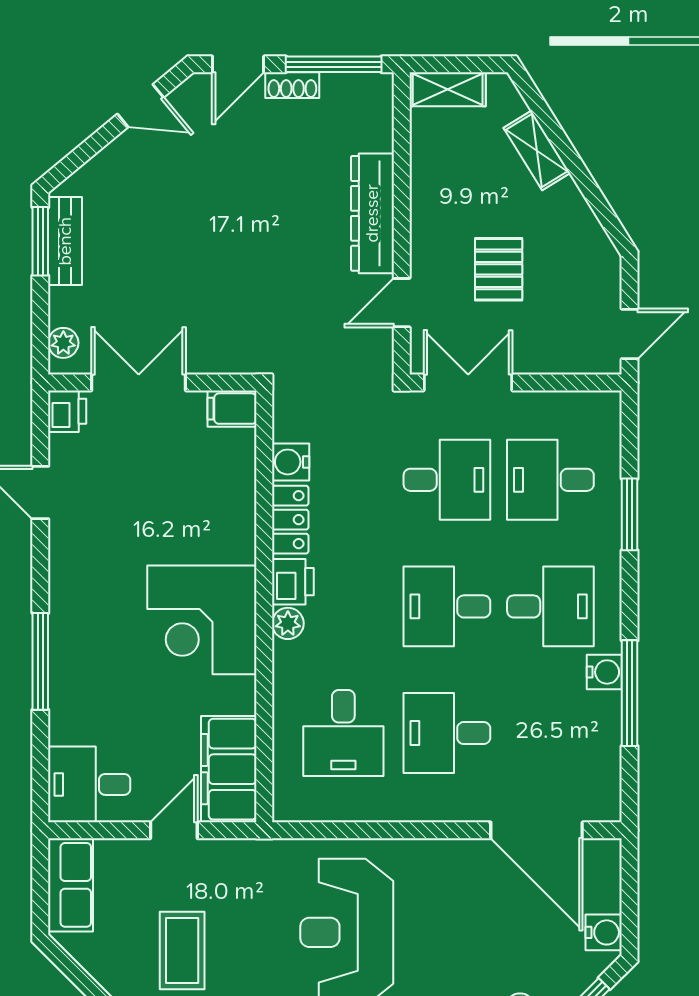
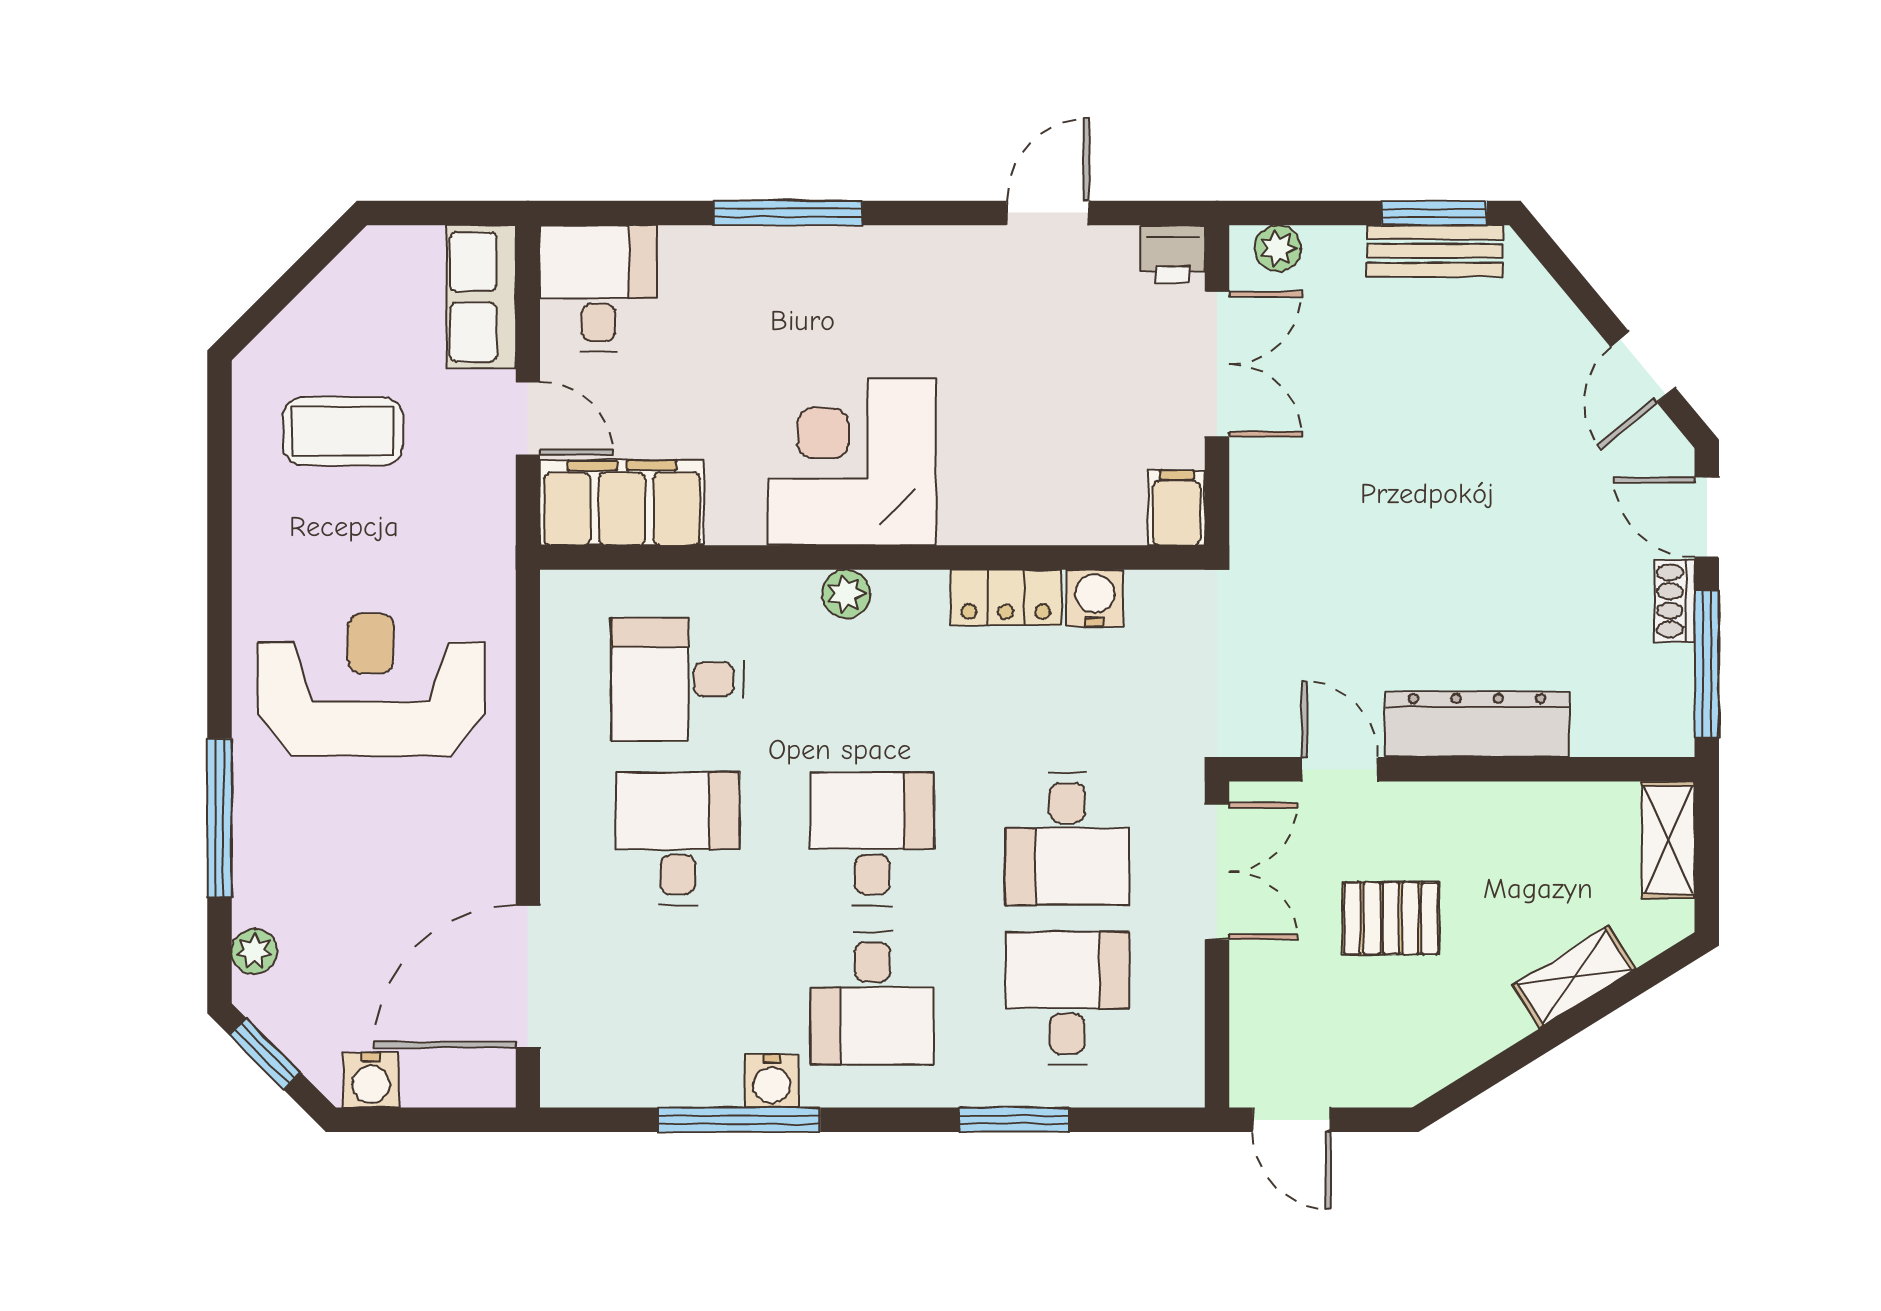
printer: (293, 582) -> (911, 602), removed
row of seats: (70, 885) -> (481, 297), moved, turned 90

